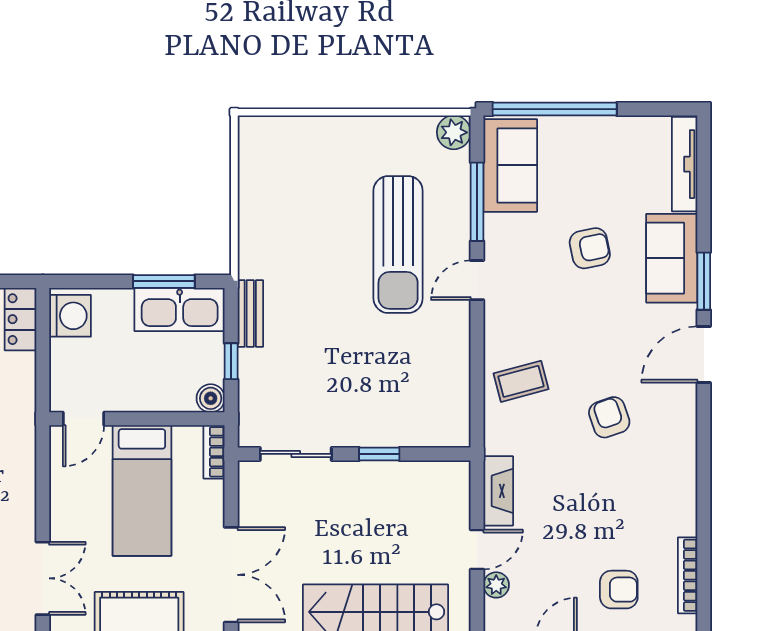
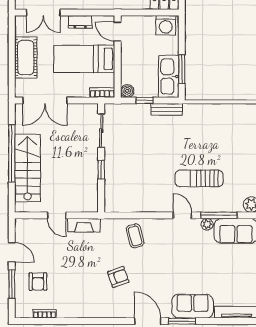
sun lounger: (398, 245) -> (199, 178), width x0.73, depth x0.75
armchair: (590, 248) -> (197, 268), removed
dresser: (63, 499) -> (80, 22), added
bookcase: (688, 575) -> (45, 314), width x0.64
plant: (496, 585) -> (207, 224), moved

